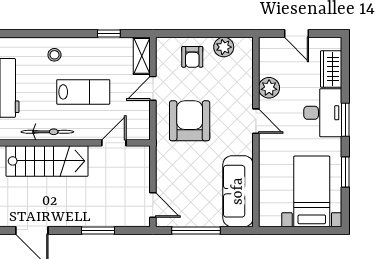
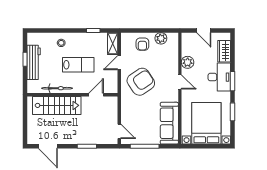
armchair: (190, 121) -> (141, 82), turned 56
bed with nightstands: (312, 191) -> (206, 123), width x1.36

